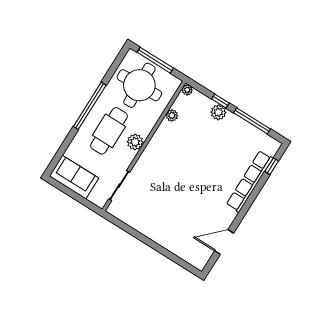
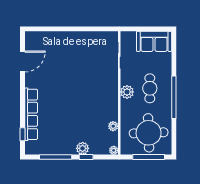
cafe table: (109, 131) -> (150, 88), width x0.73, depth x0.74

